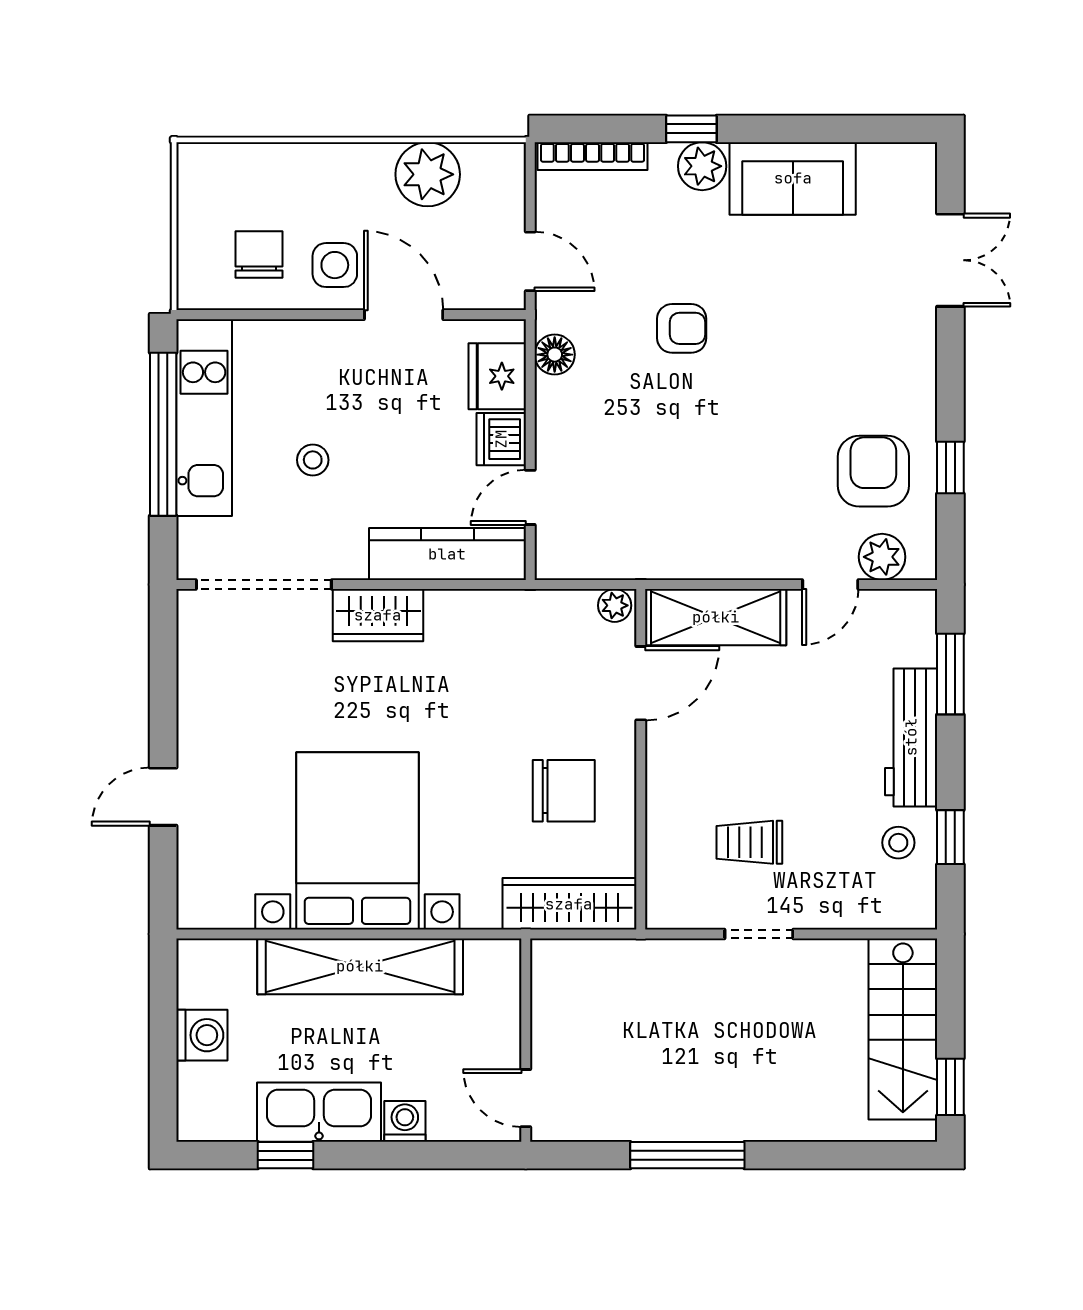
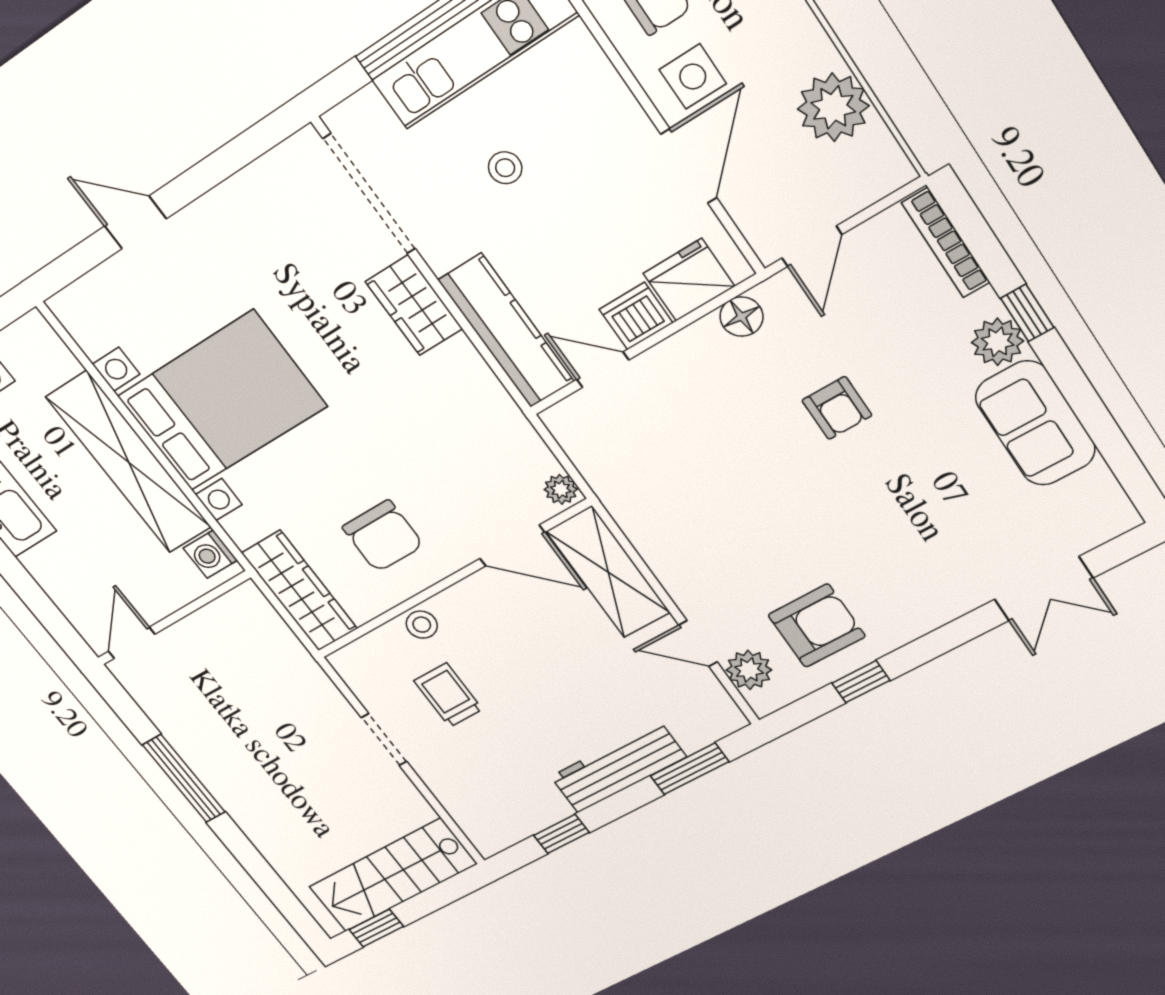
stool: (898, 843) -> (422, 625), moved
washing machine: (405, 1121) -> (210, 554), moved, turned 180

